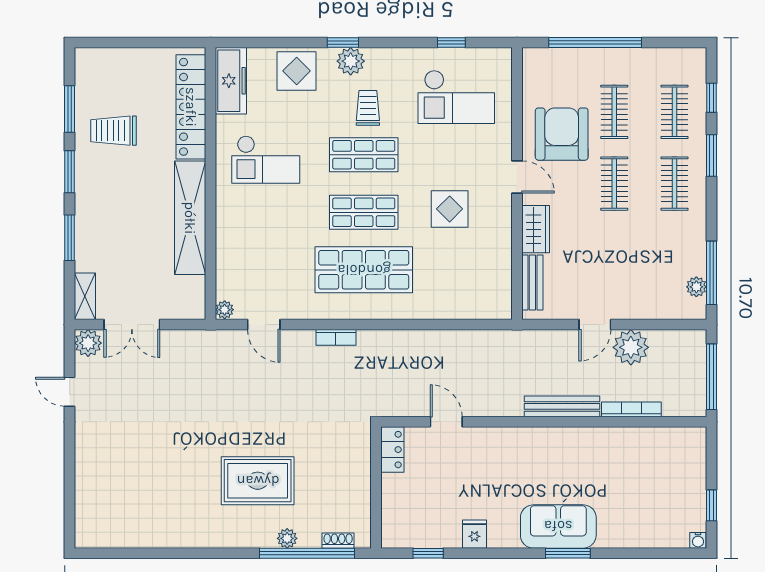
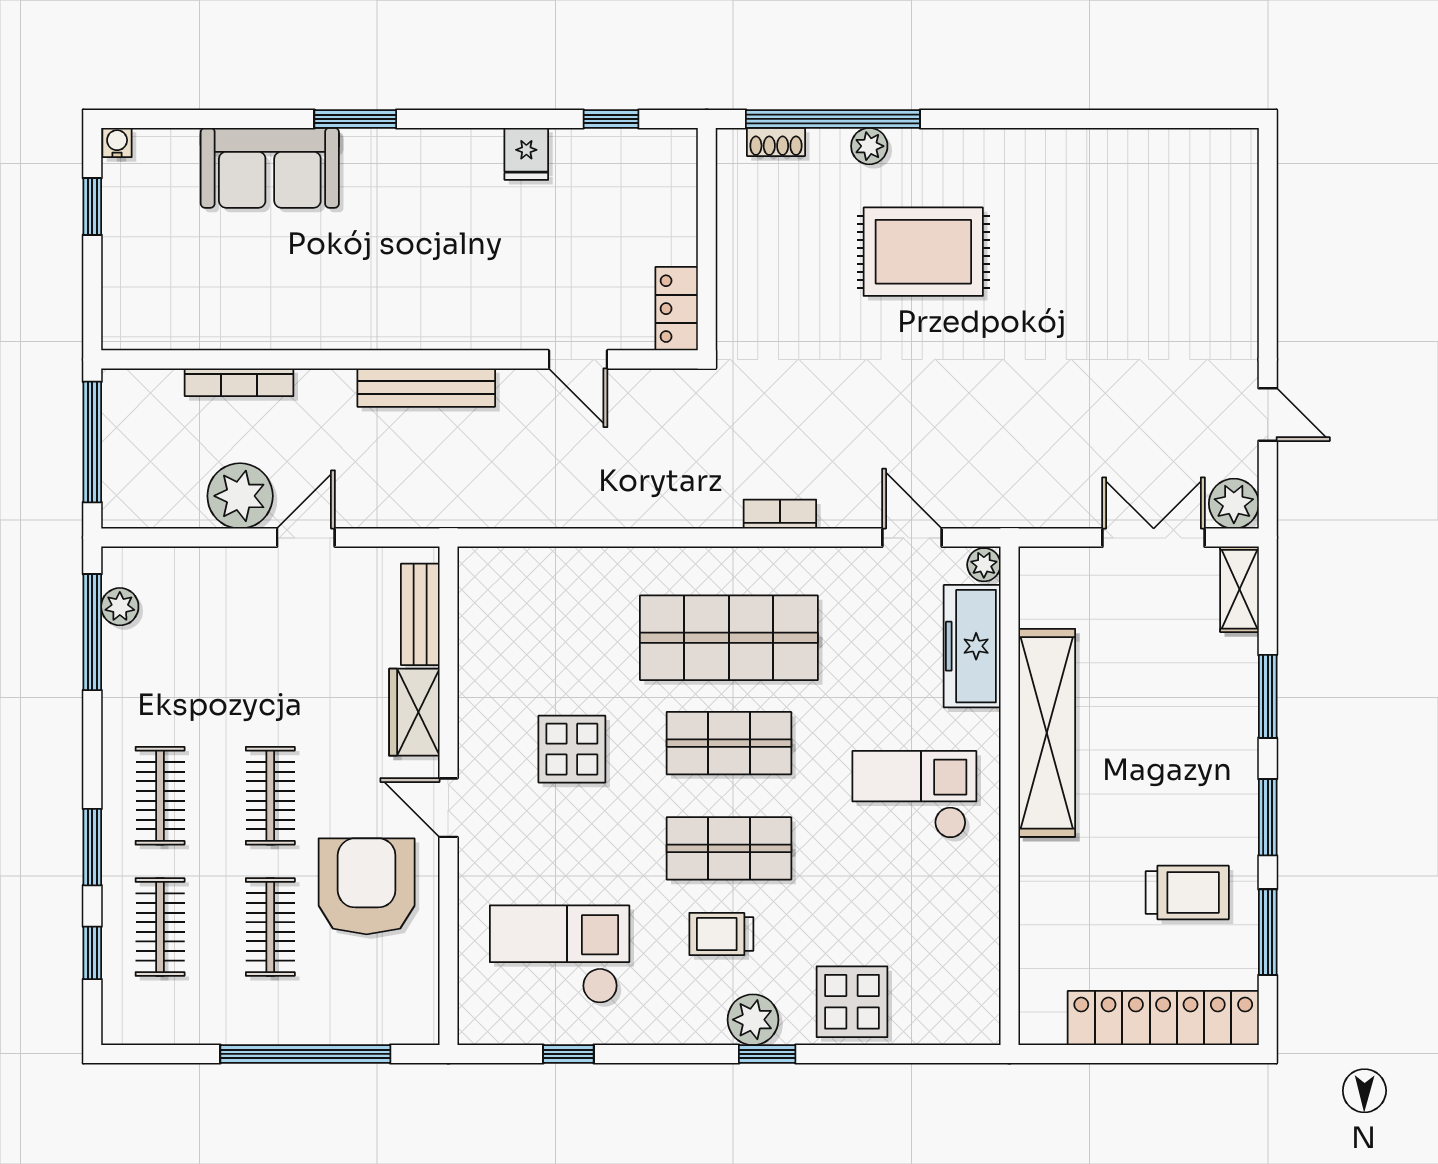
freezer: (231, 81) -> (972, 646), moved
locker: (191, 107) -> (1163, 1018), moved, turned -90
trolley: (368, 108) -> (721, 934), turned 90
armchair: (562, 134) -> (367, 886), turned 180
checkout: (266, 160) -> (914, 795), moved
bench: (562, 406) -> (426, 388), moved
sofa: (558, 526) -> (270, 168), moved

